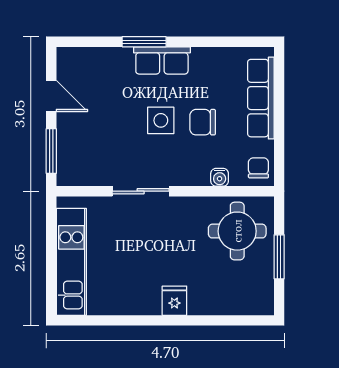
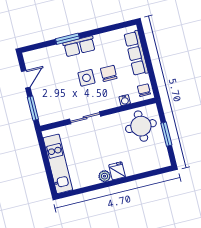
door: (51, 96) -> (26, 79), hinge flipped
chair: (203, 122) -> (109, 73), turned 90
plant: (150, 305) -> (104, 176), added

